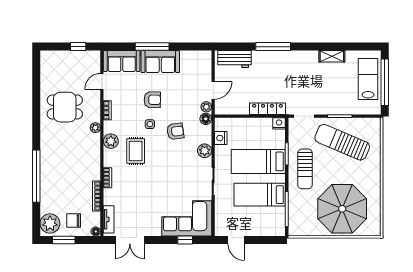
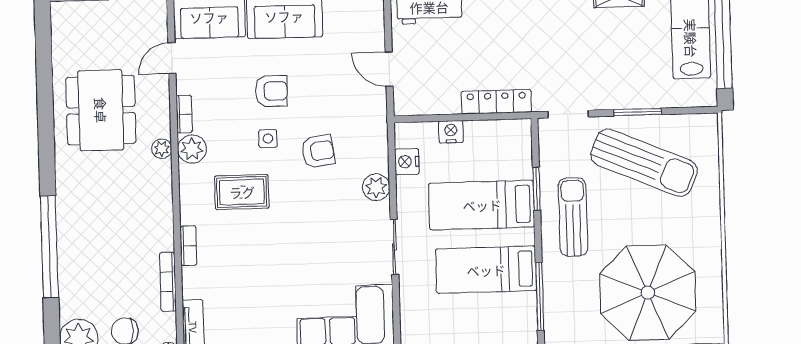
door: (213, 90) -> (389, 69), swing flipped
dining table: (65, 107) -> (101, 110), width x1.38
plant: (206, 107) -> (377, 102), removed
floor lamp: (206, 119) -> (377, 125), removed
nightstand: (279, 123) -> (451, 132), moved
plant: (111, 141) -> (192, 149), moved
sun lounger: (342, 142) -> (644, 163), turned 180
rug: (136, 151) -> (242, 192), turned 90
sun lounger: (305, 169) -> (573, 217), turned 180

